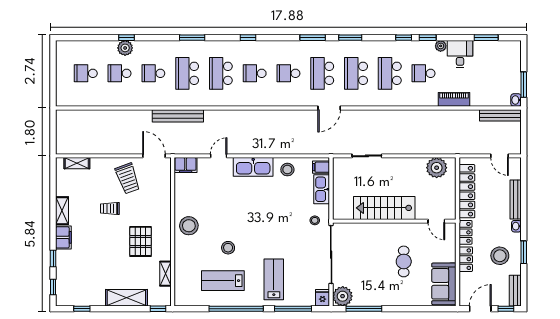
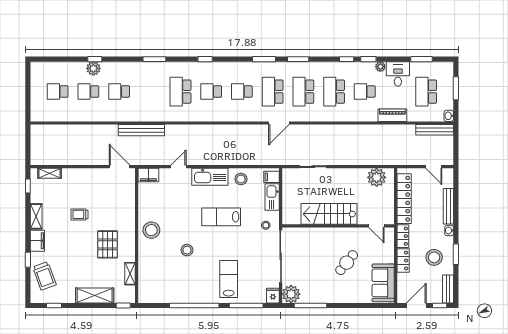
school desk: (187, 73) -> (426, 92), moved
window: (524, 85) -> (456, 88), moved
trolley: (128, 178) -> (44, 276), moved
cafe table: (404, 261) -> (347, 263), turned 39
lab bench: (223, 281) -> (221, 217), moved
window: (53, 287) -> (28, 186), moved

